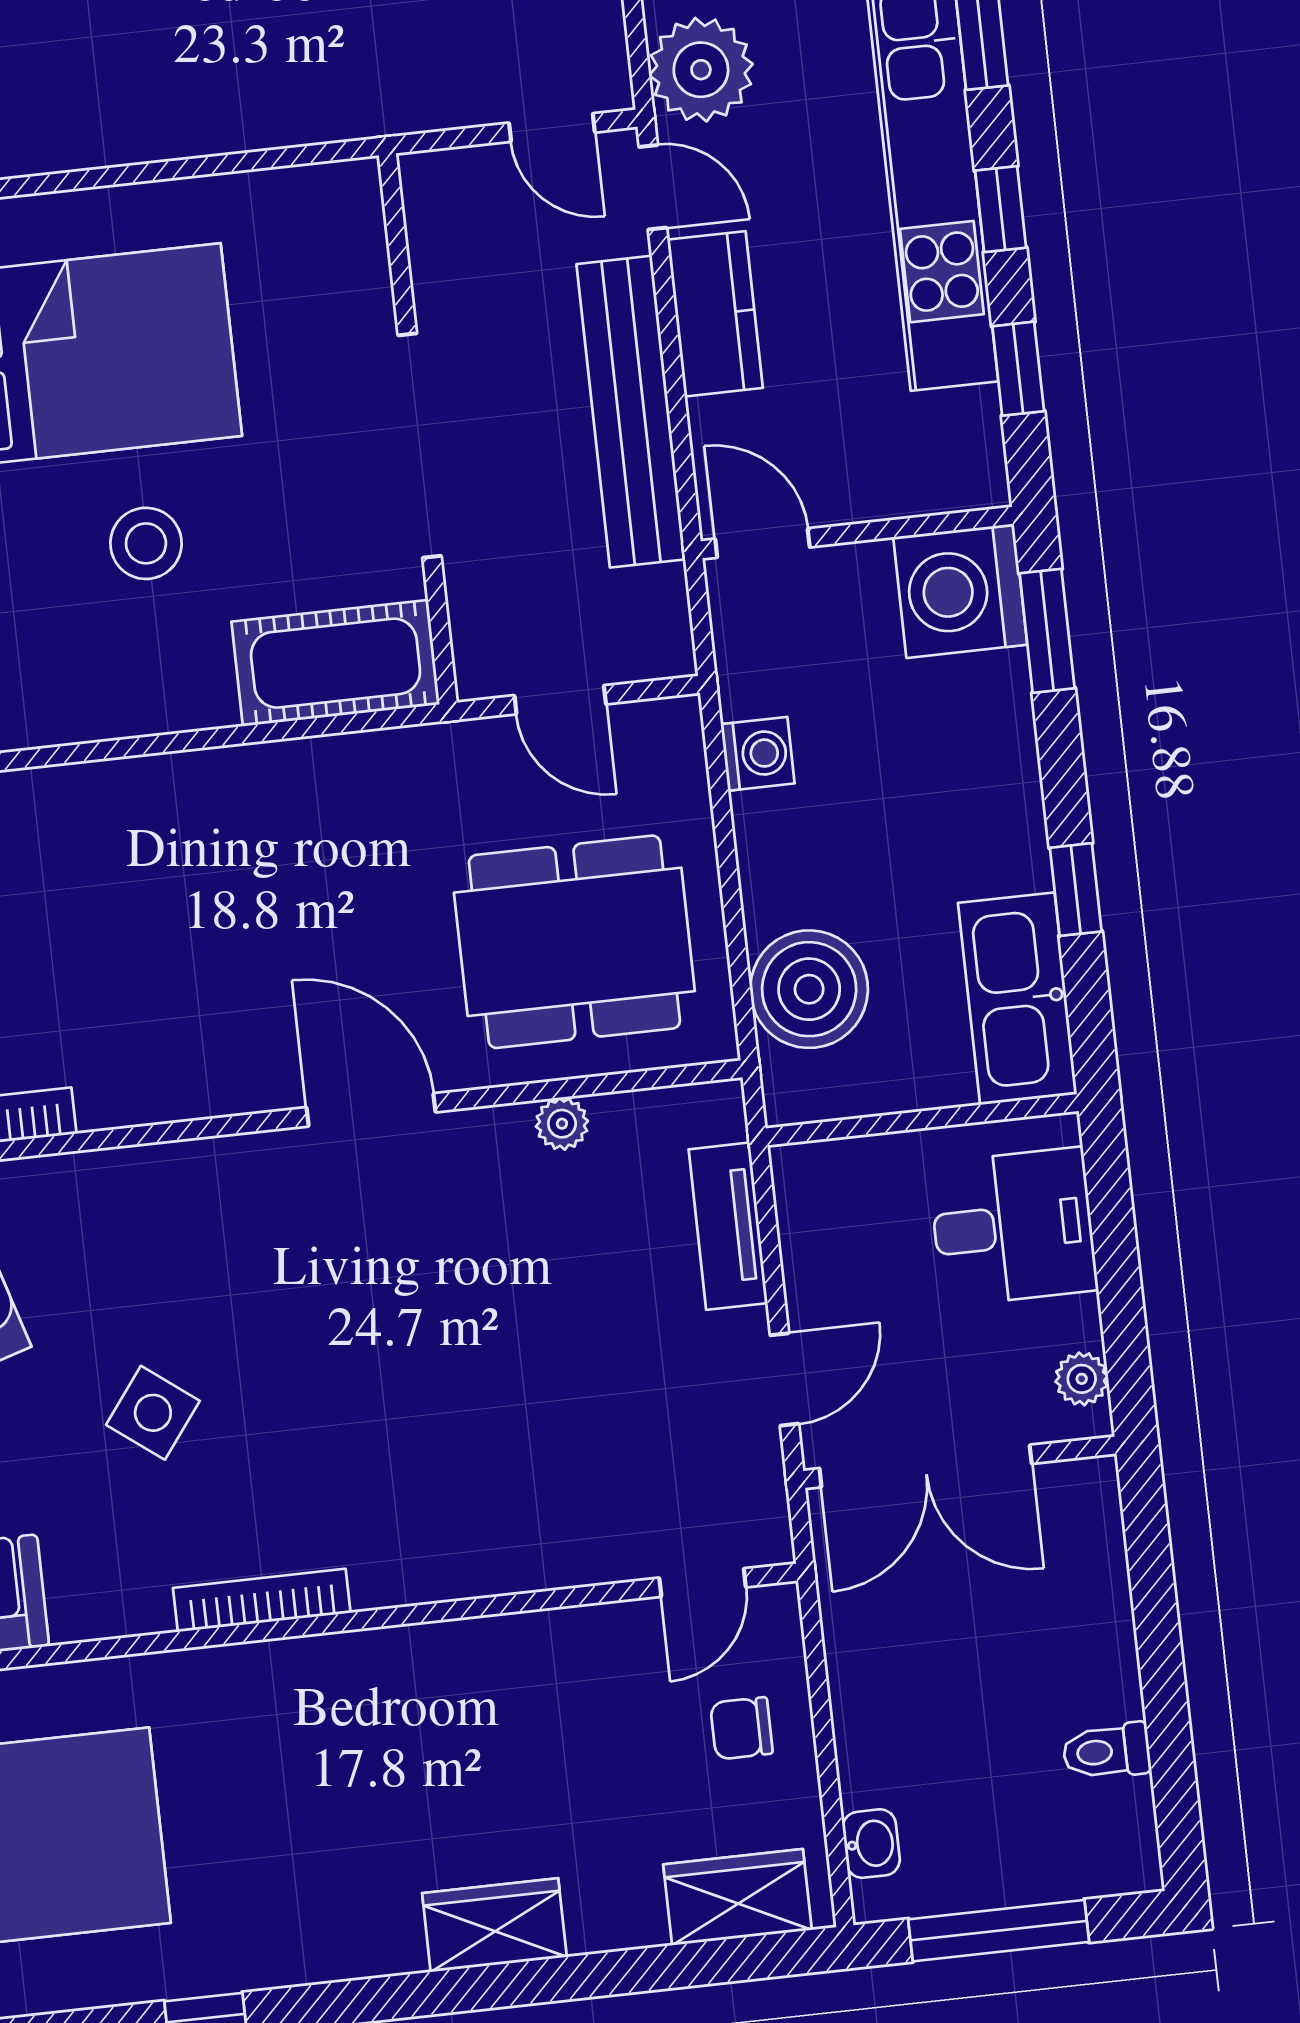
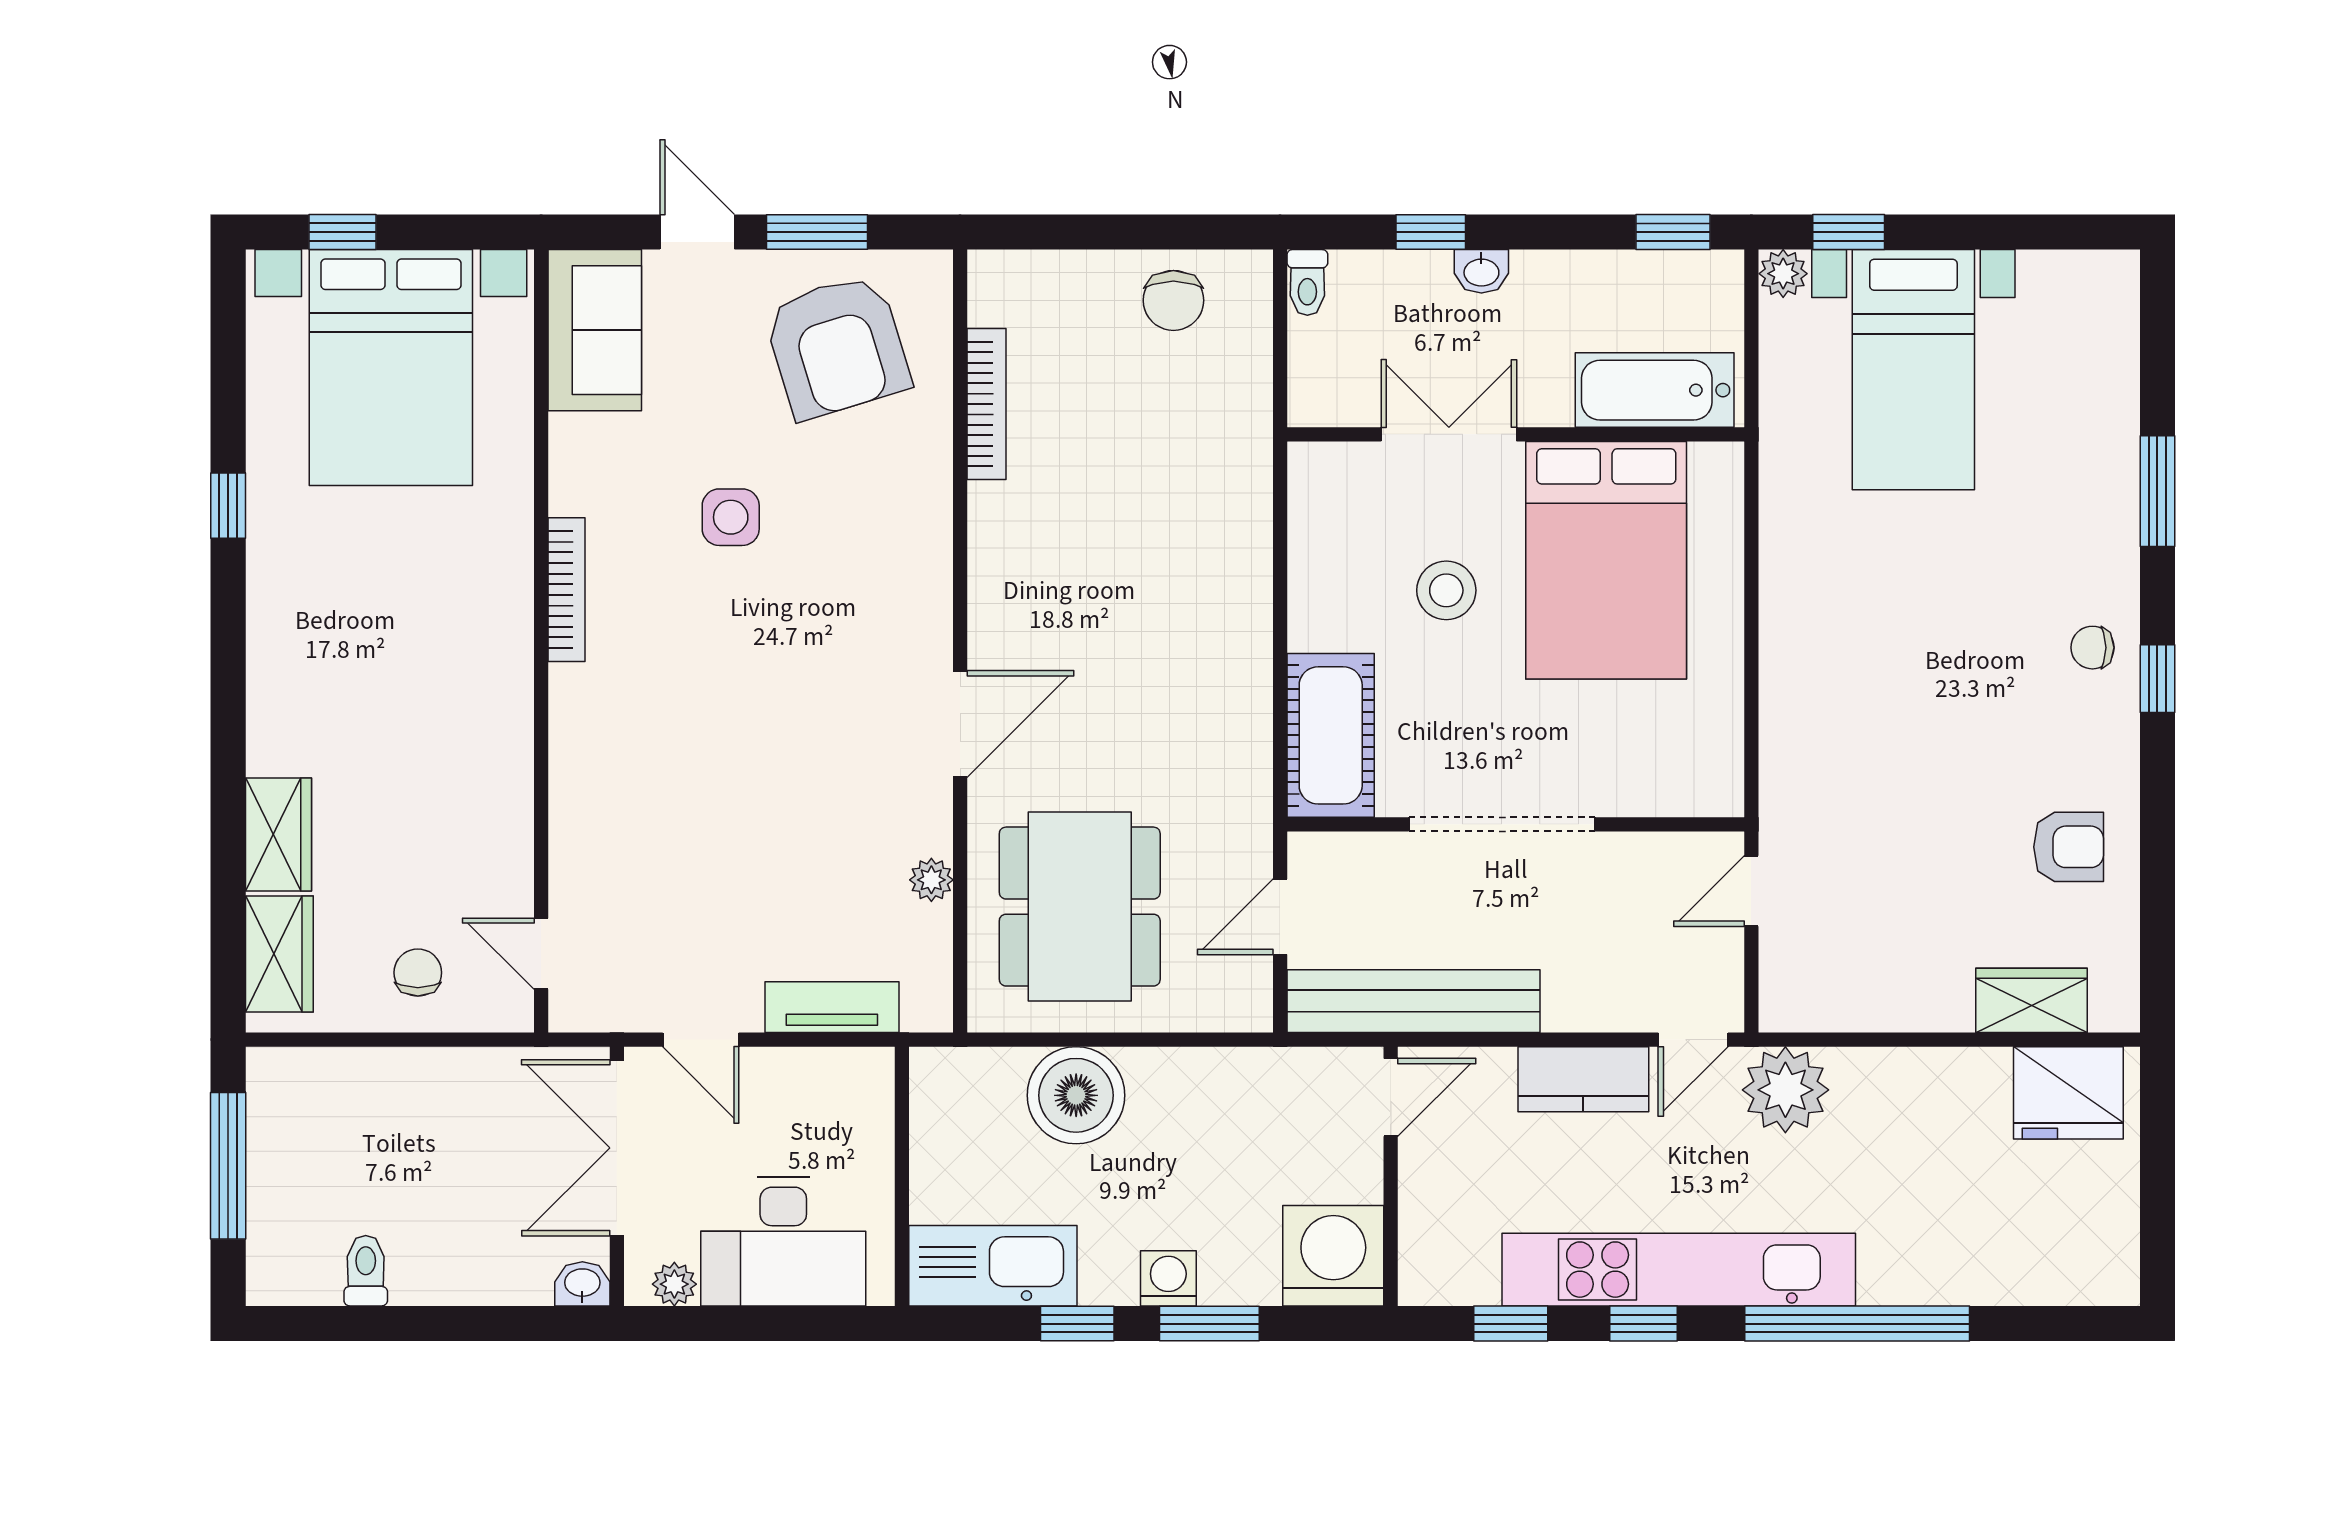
door: (552, 128) -> (1751, 891), moved
bench: (631, 412) -> (1413, 1001), moved
window: (1047, 631) -> (1209, 1324), moved
washing machine: (758, 754) -> (1168, 1278), moved, turned 180
boiler: (809, 989) -> (1076, 1095), moved
desk: (1013, 1227) -> (783, 1241), width x1.37
side table: (153, 1413) -> (731, 517), turned -37
washbasin: (871, 1844) -> (582, 1284), moved, turned 180
wardrobe: (494, 1925) -> (278, 835), moved

